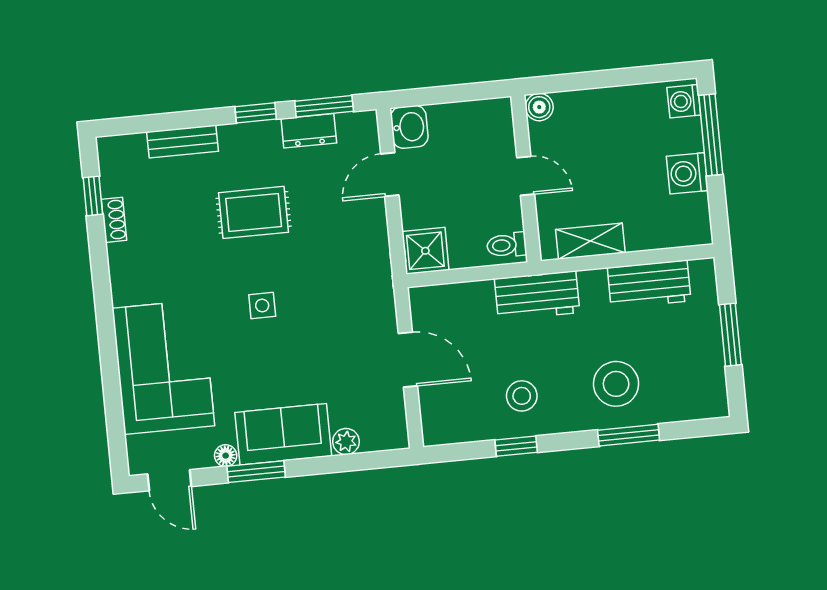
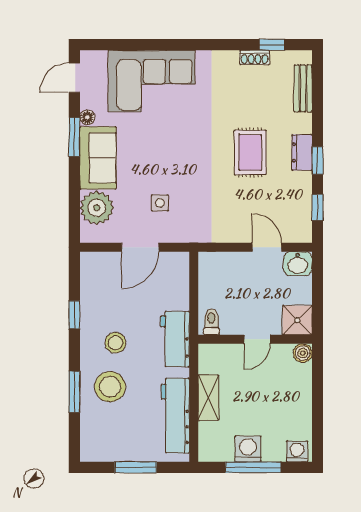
window: (324, 106) -> (317, 207), width x0.67
dresser: (309, 131) -> (302, 152), moved
window: (711, 135) -> (253, 467), moved
bench: (182, 141) -> (303, 88), moved
shelving: (590, 241) -> (208, 398), moved
shower: (425, 251) -> (297, 320), moved
workbench: (649, 284) -> (175, 416), width x1.38
side table: (262, 306) -> (160, 203), moved
stool: (522, 396) -> (115, 343), moved
plant: (346, 442) -> (97, 208), width x1.87, depth x1.87

